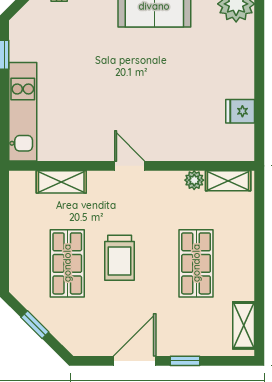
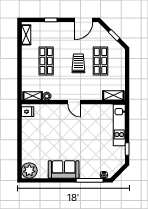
fridge: (240, 111) -> (28, 112), moved
shelving: (61, 182) -> (113, 95), moved
door: (135, 361) -> (84, 20), moved

